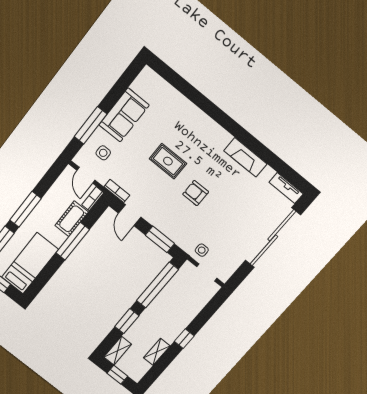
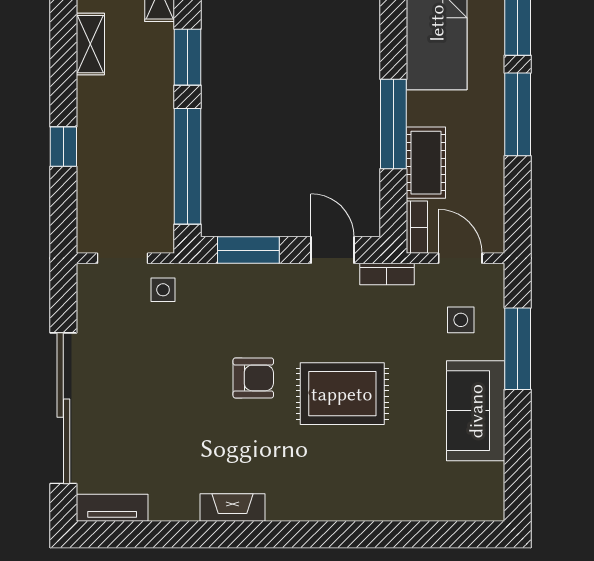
fireplace: (245, 157) -> (232, 508), width x0.73, depth x0.76
rug: (168, 161) -> (342, 394), width x1.36, depth x1.43
window: (184, 339) -> (63, 147), moved

